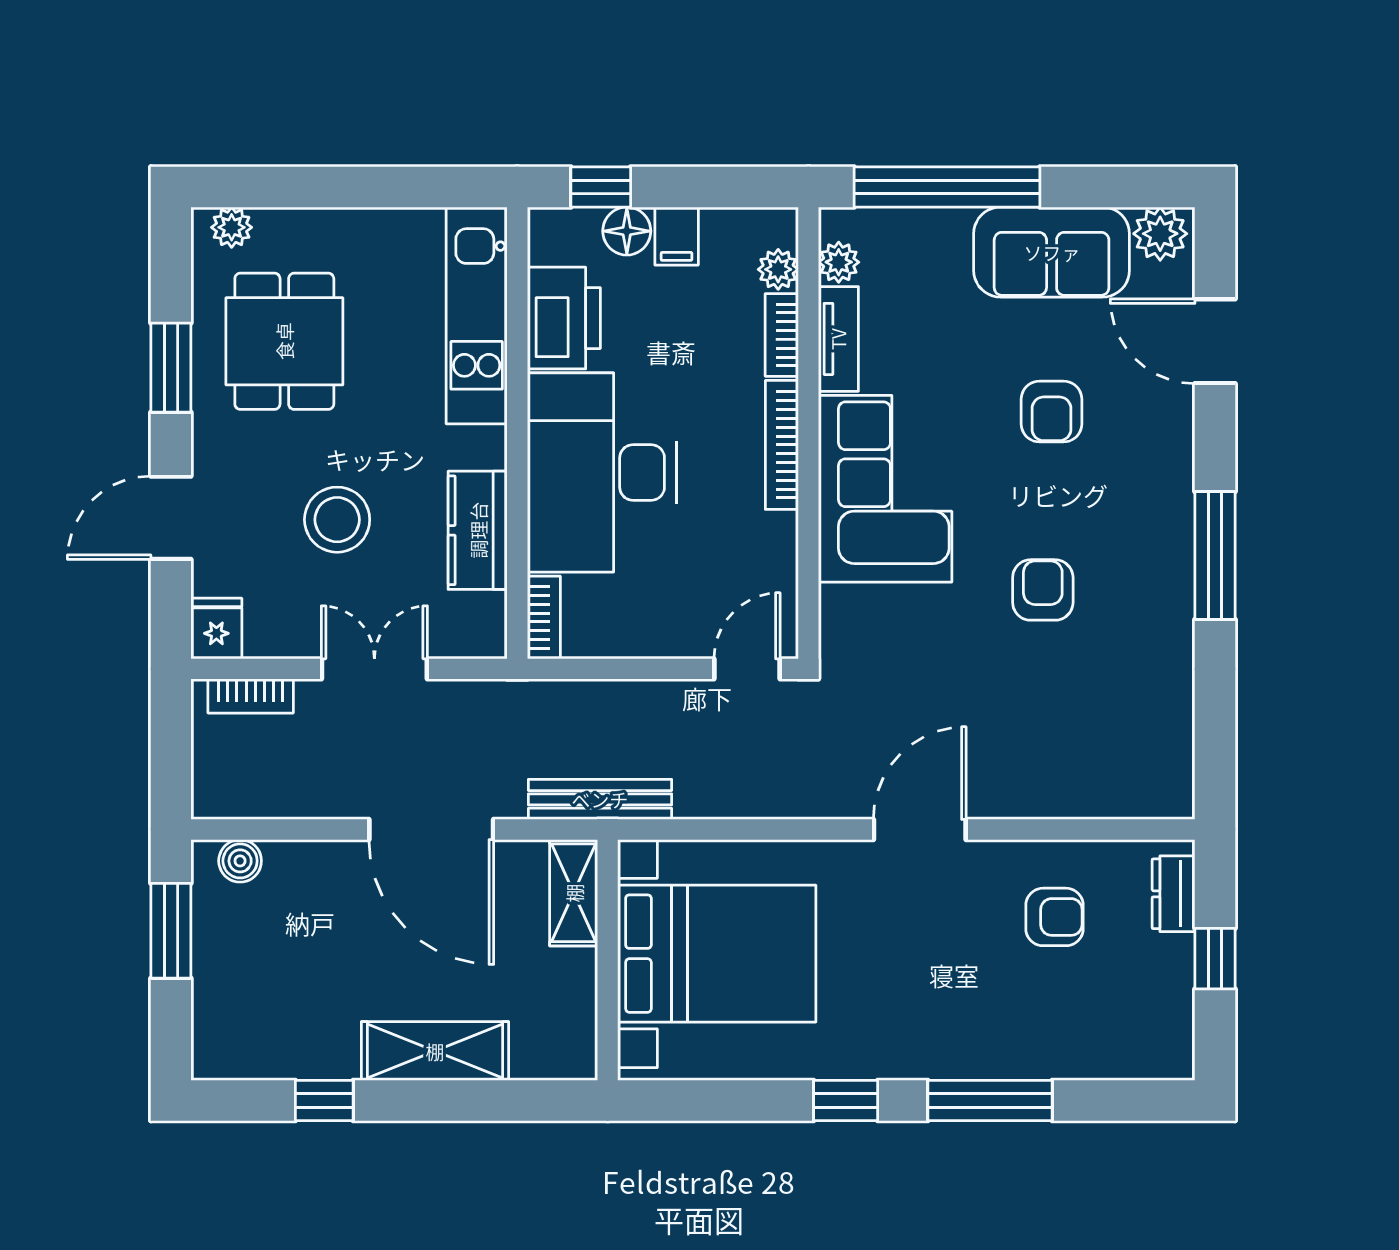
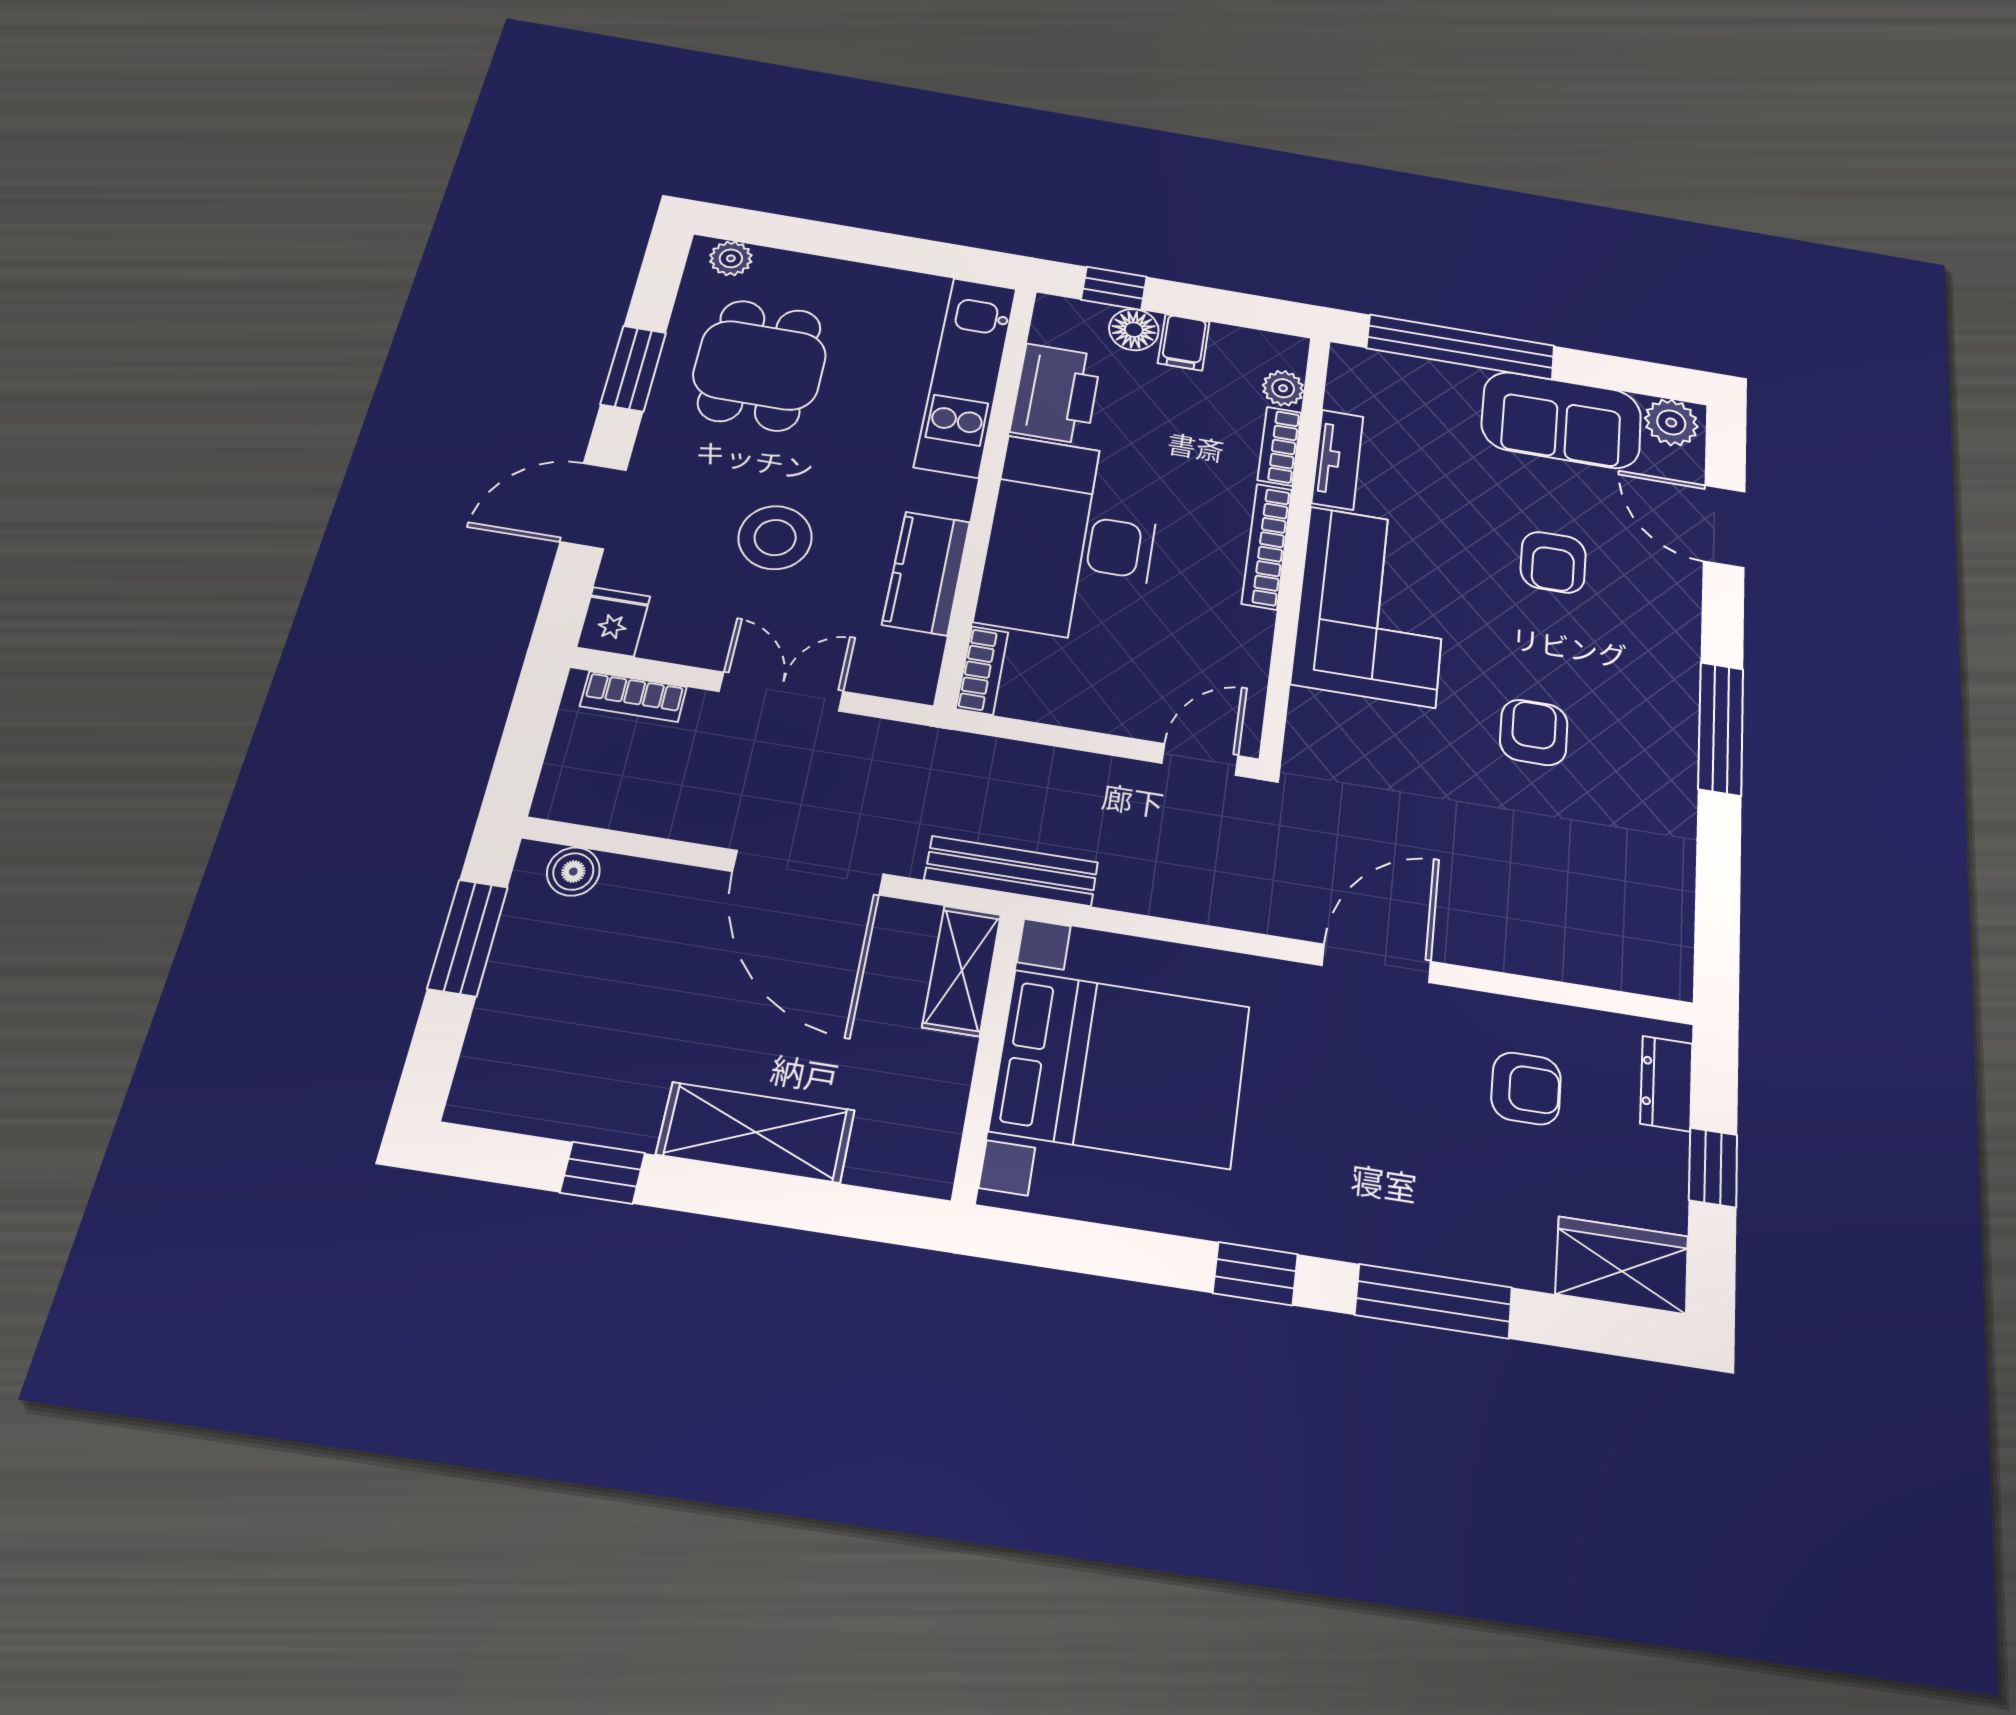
plant: (839, 262) -> (1345, 392), removed
wardrobe: (1141, 1049) -> (1622, 1265), added

